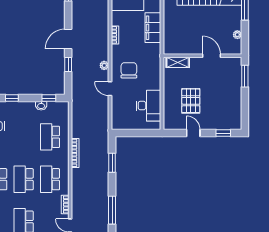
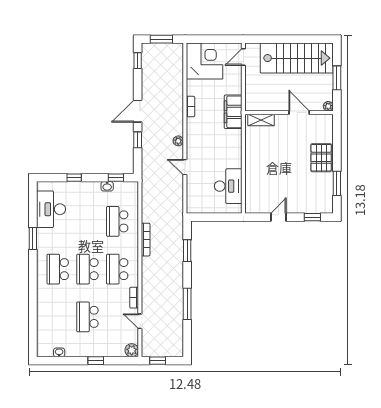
filing cabinet: (153, 28) -> (233, 112), moved
wall: (202, 56) -> (289, 113), moved
door: (211, 56) -> (299, 113), moved
shelving: (178, 62) -> (261, 120), moved
chair: (129, 70) -> (206, 146), removed
window: (245, 76) -> (337, 183), moved
pallet: (191, 101) -> (321, 158), moved
door: (193, 133) -> (279, 217), hinge flipped

